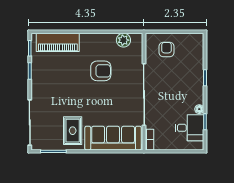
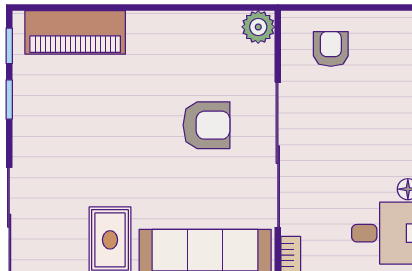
plant: (123, 40) -> (258, 27), moved
armchair: (101, 71) -> (206, 125), moved

